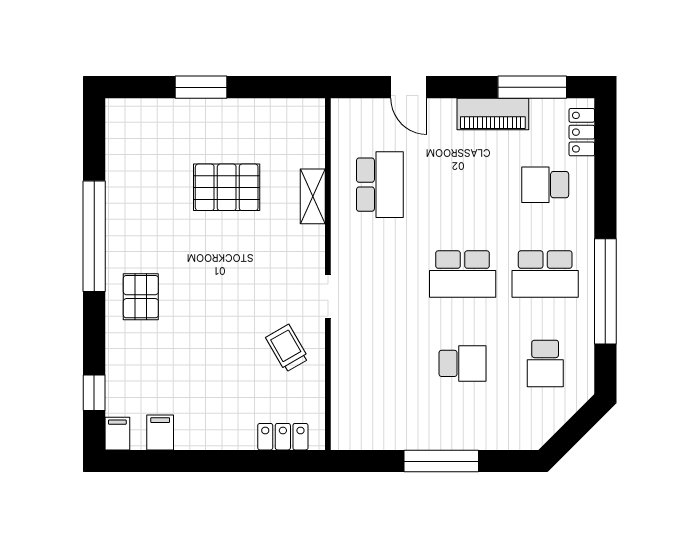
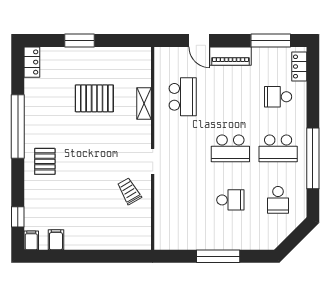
piano: (493, 114) -> (230, 56), moved
locker: (283, 437) -> (32, 62), moved, turned 90

